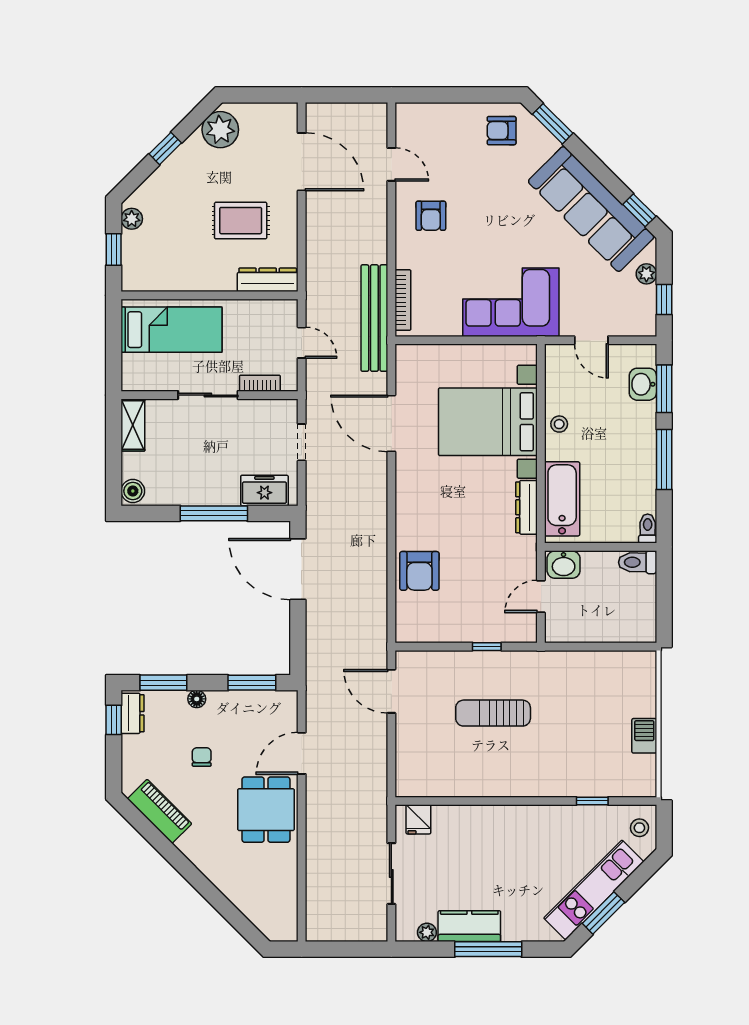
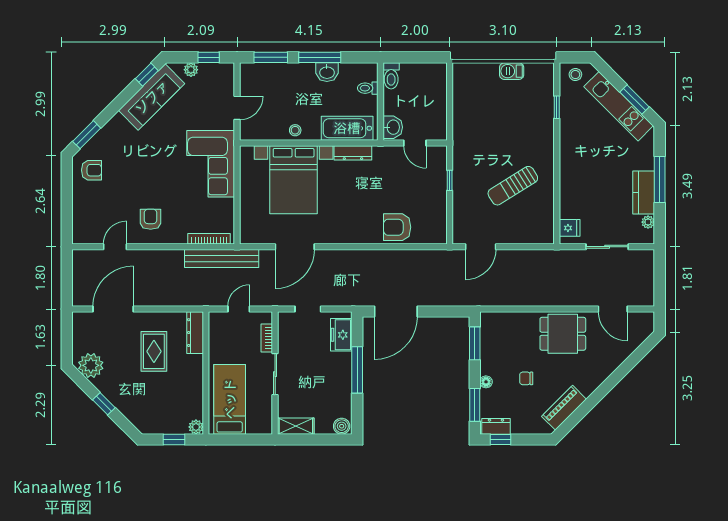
armchair: (502, 131) -> (91, 170), turned -90
sofa: (591, 209) -> (152, 97), width x0.74, depth x0.79
armchair: (431, 216) -> (151, 219), turned -90
plant: (132, 219) -> (196, 427), moved
washbasin: (643, 384) -> (327, 72), moved
toilet: (648, 529) -> (368, 88), moved
armchair: (419, 571) -> (397, 227), turned 180
sun lounger: (493, 713) -> (513, 186), moved, turned 58
door: (302, 753) -> (613, 309), moved

